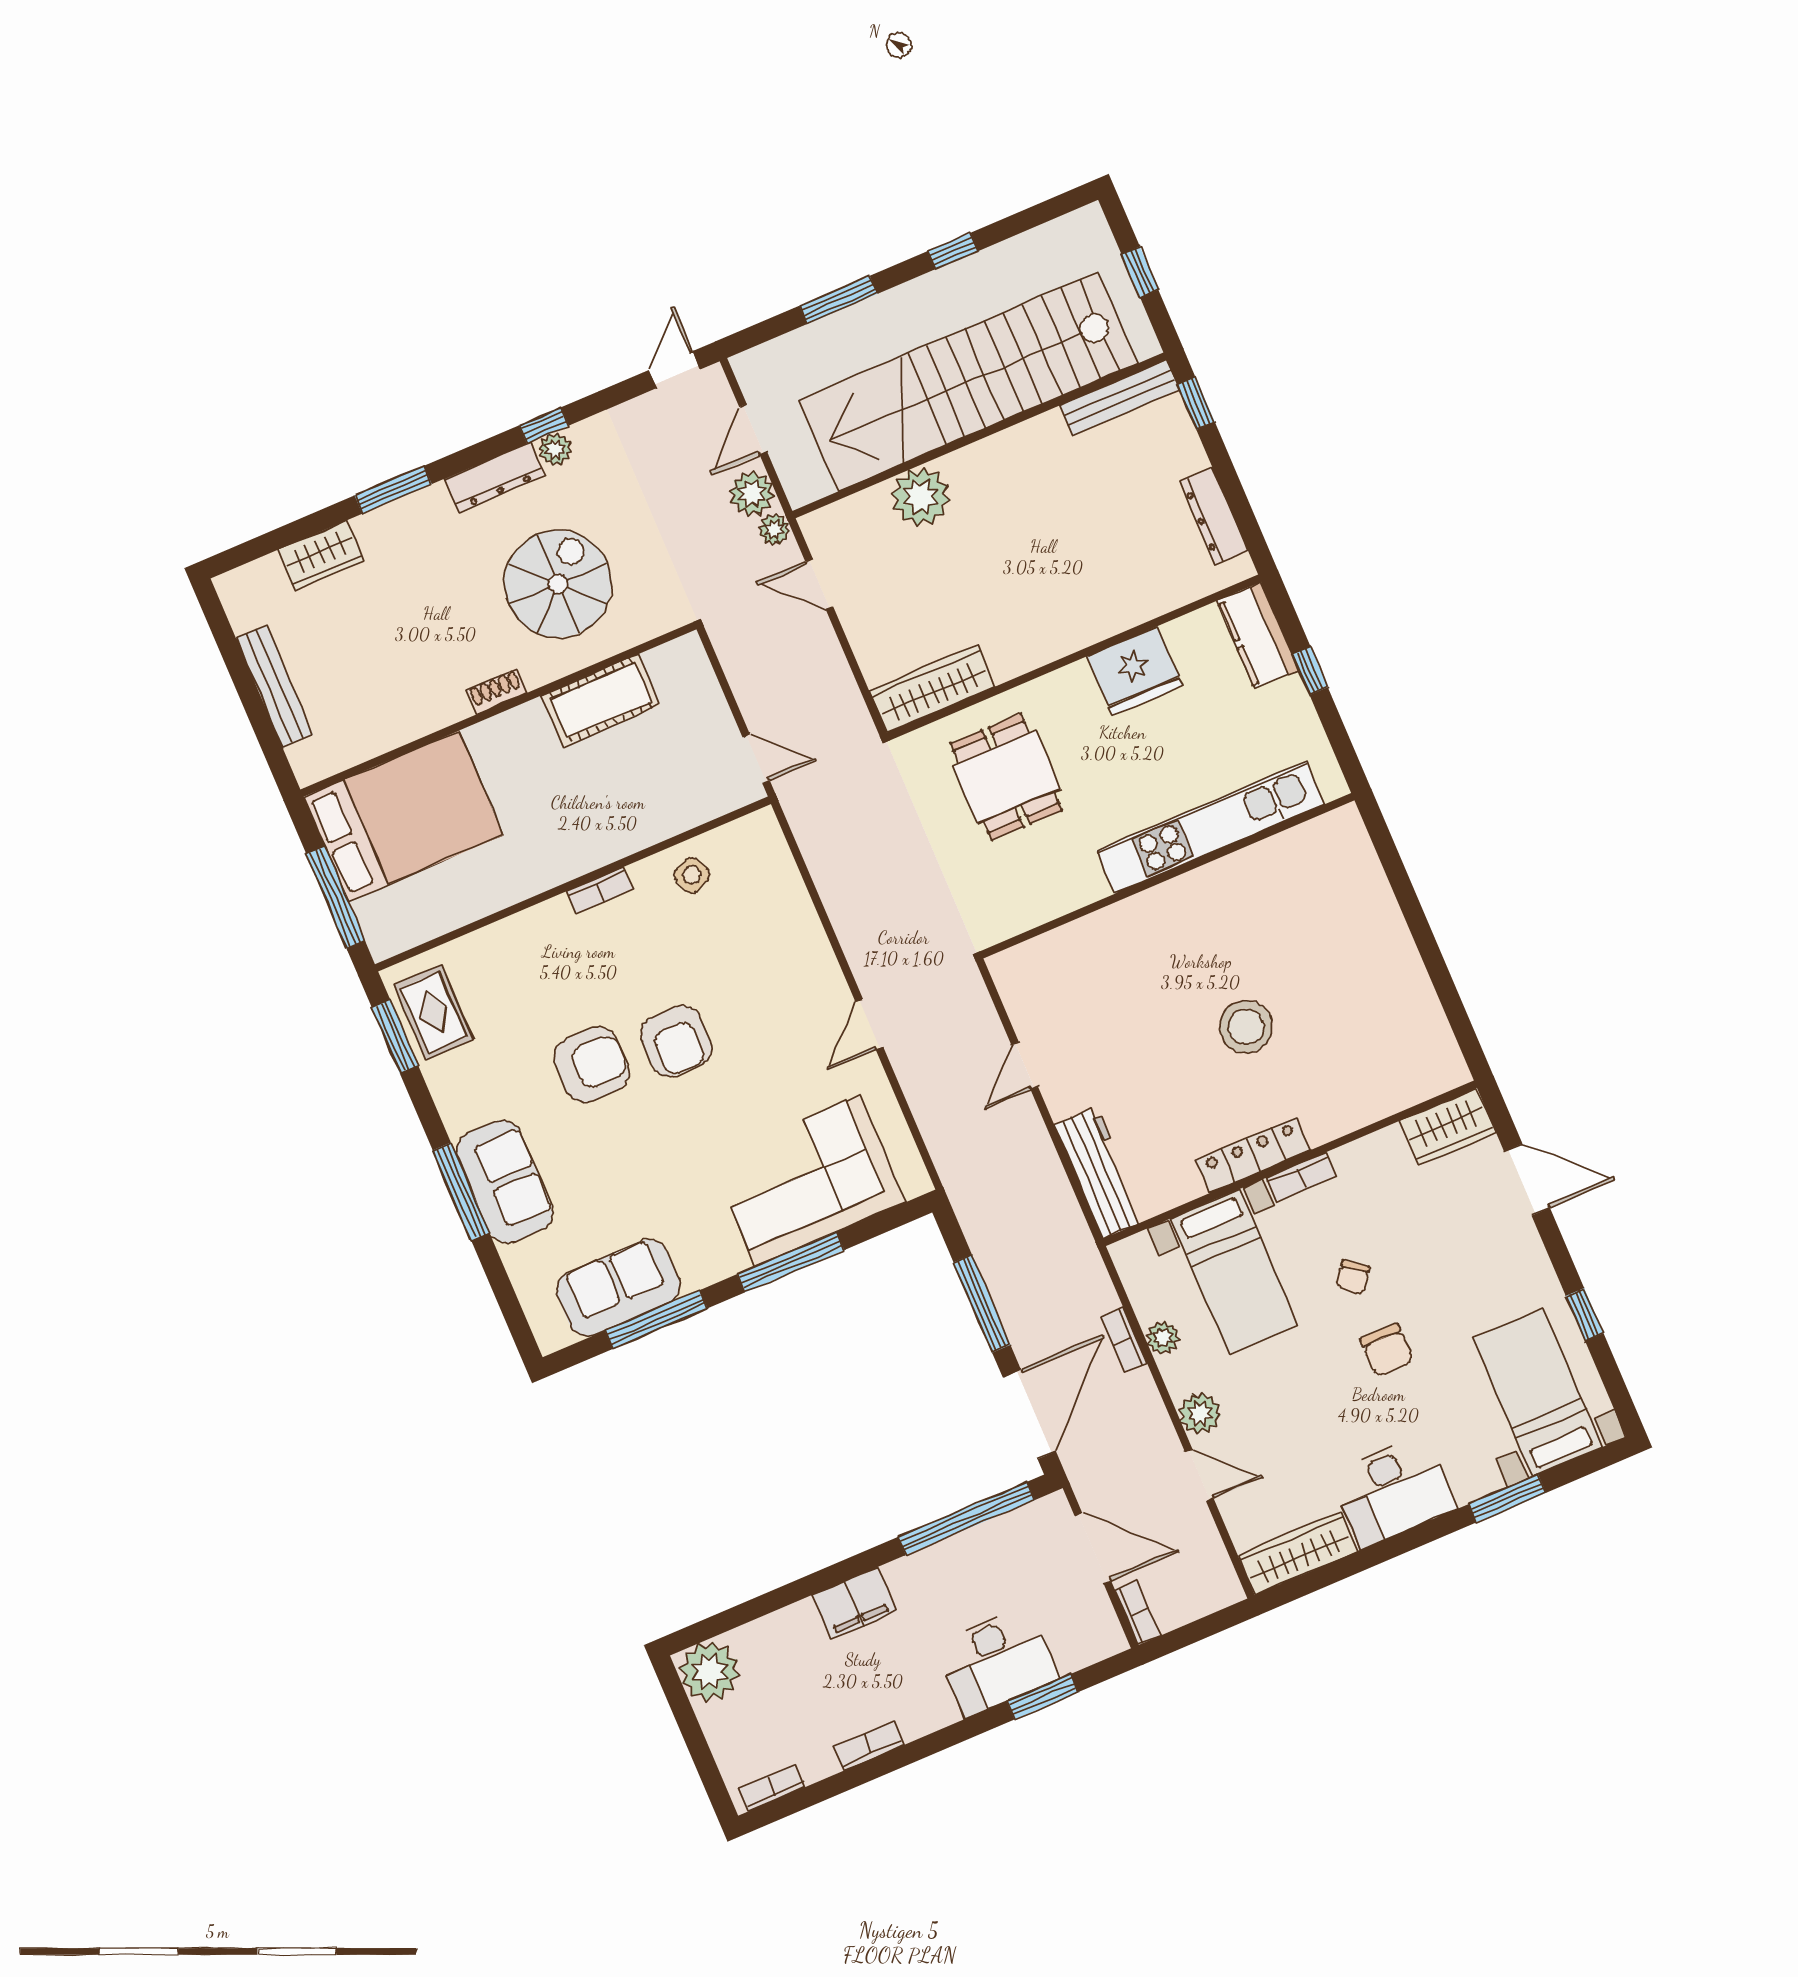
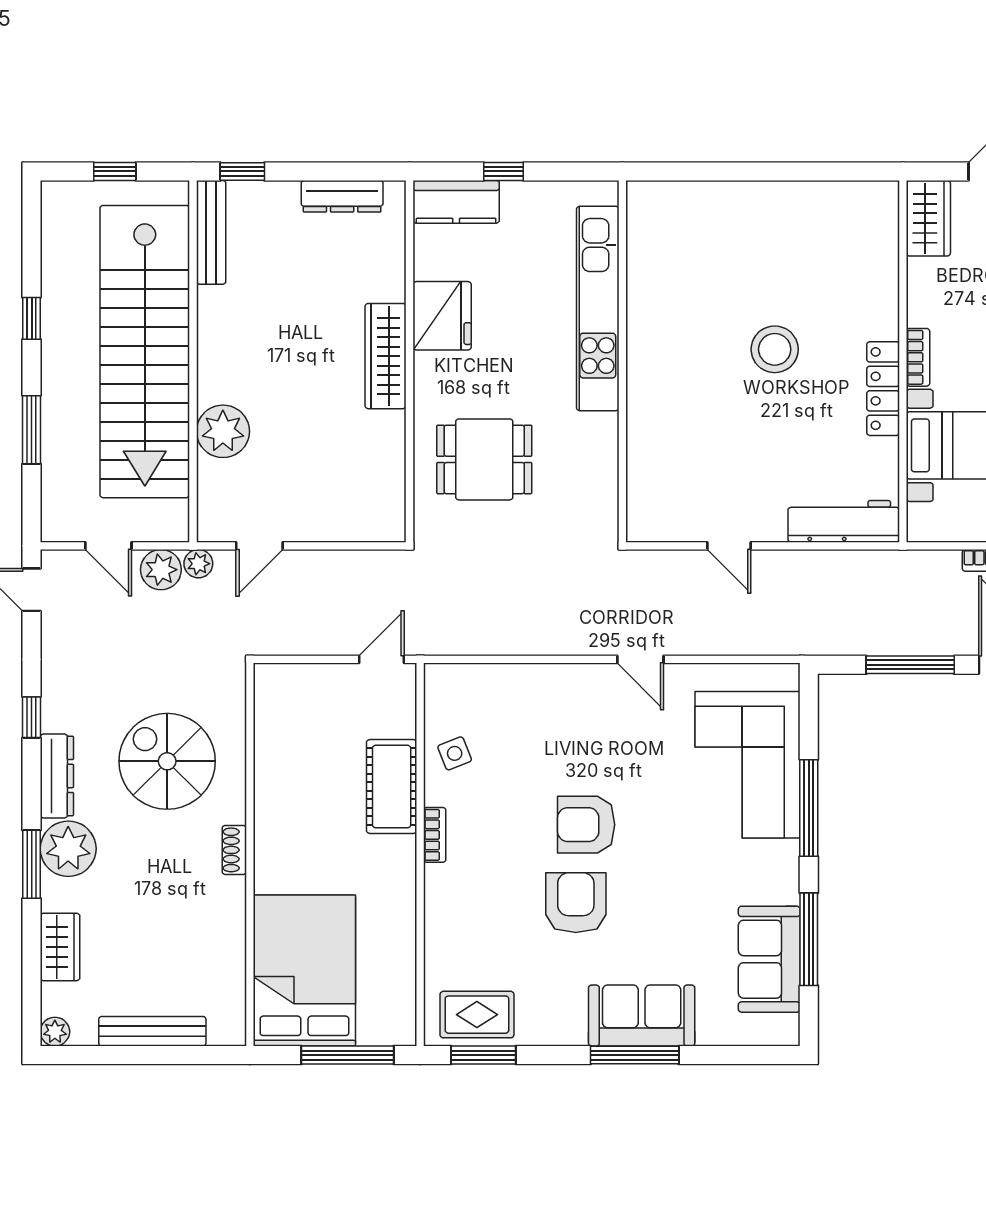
plant: (555, 449) -> (68, 849), moved, width x1.88, depth x1.88
plant: (232, 587) -> (55, 1032), added
wardrobe: (932, 689) -> (386, 356), moved
cot: (601, 700) -> (392, 787), moved
armchair: (676, 1041) -> (586, 825), turned 180

